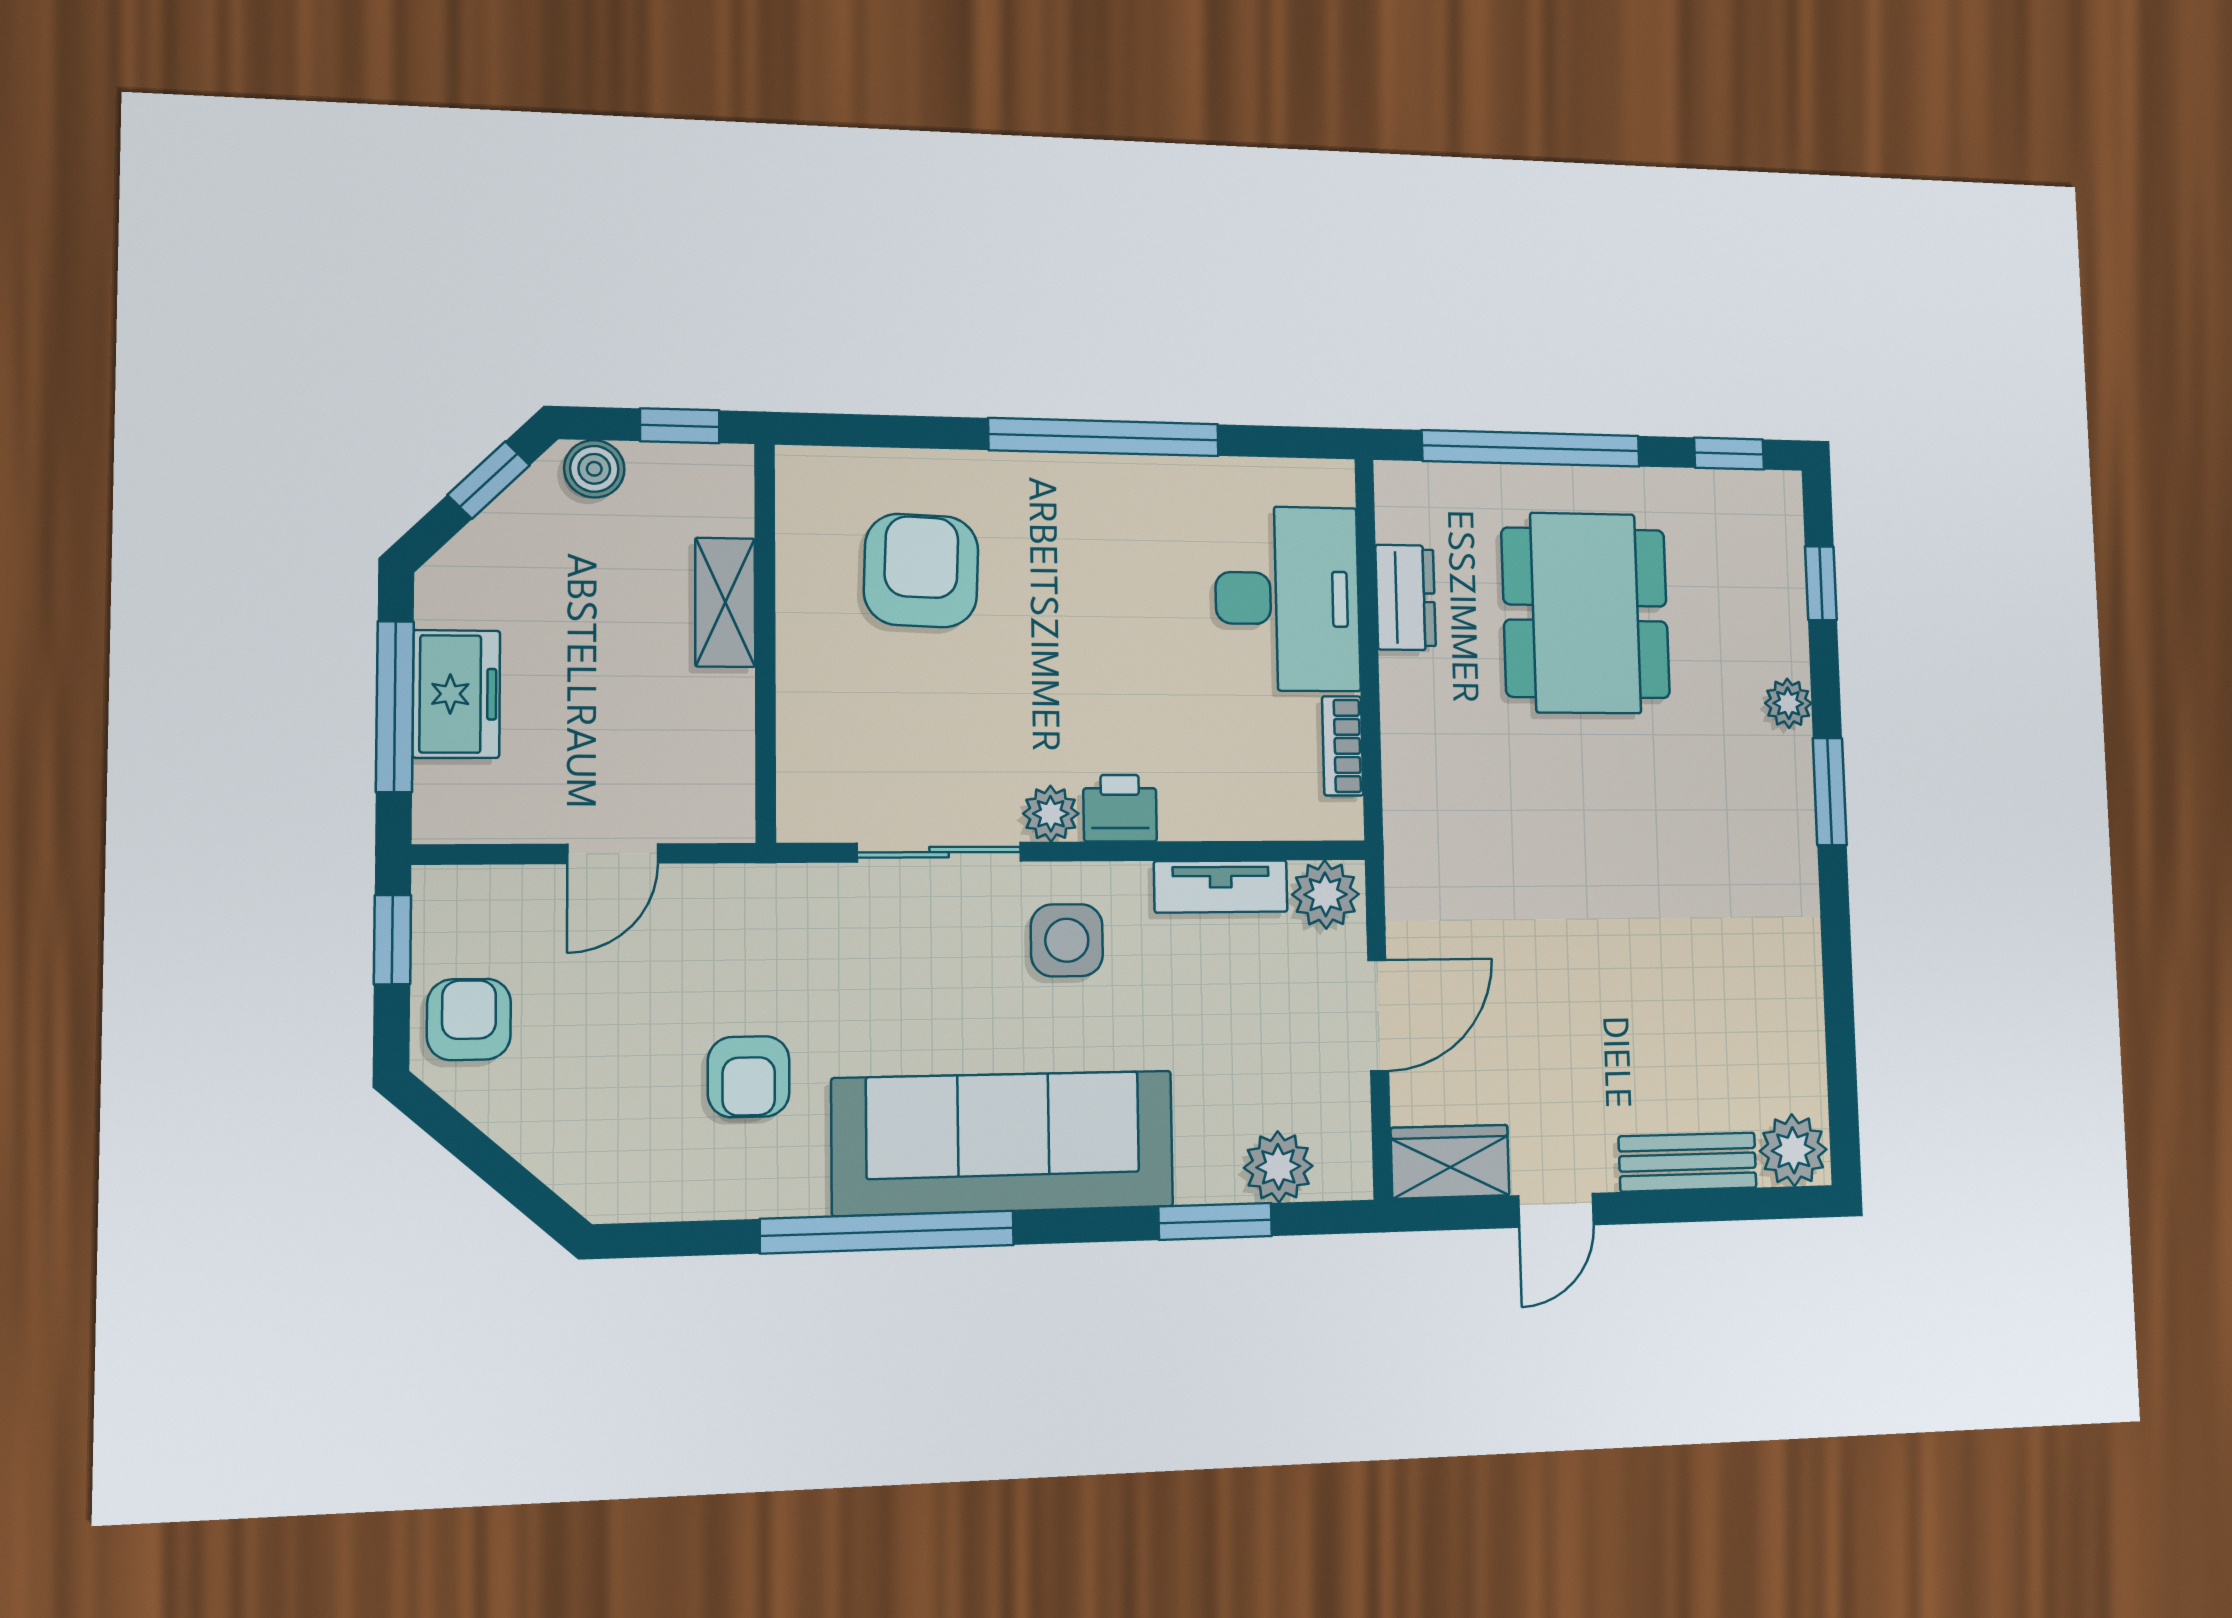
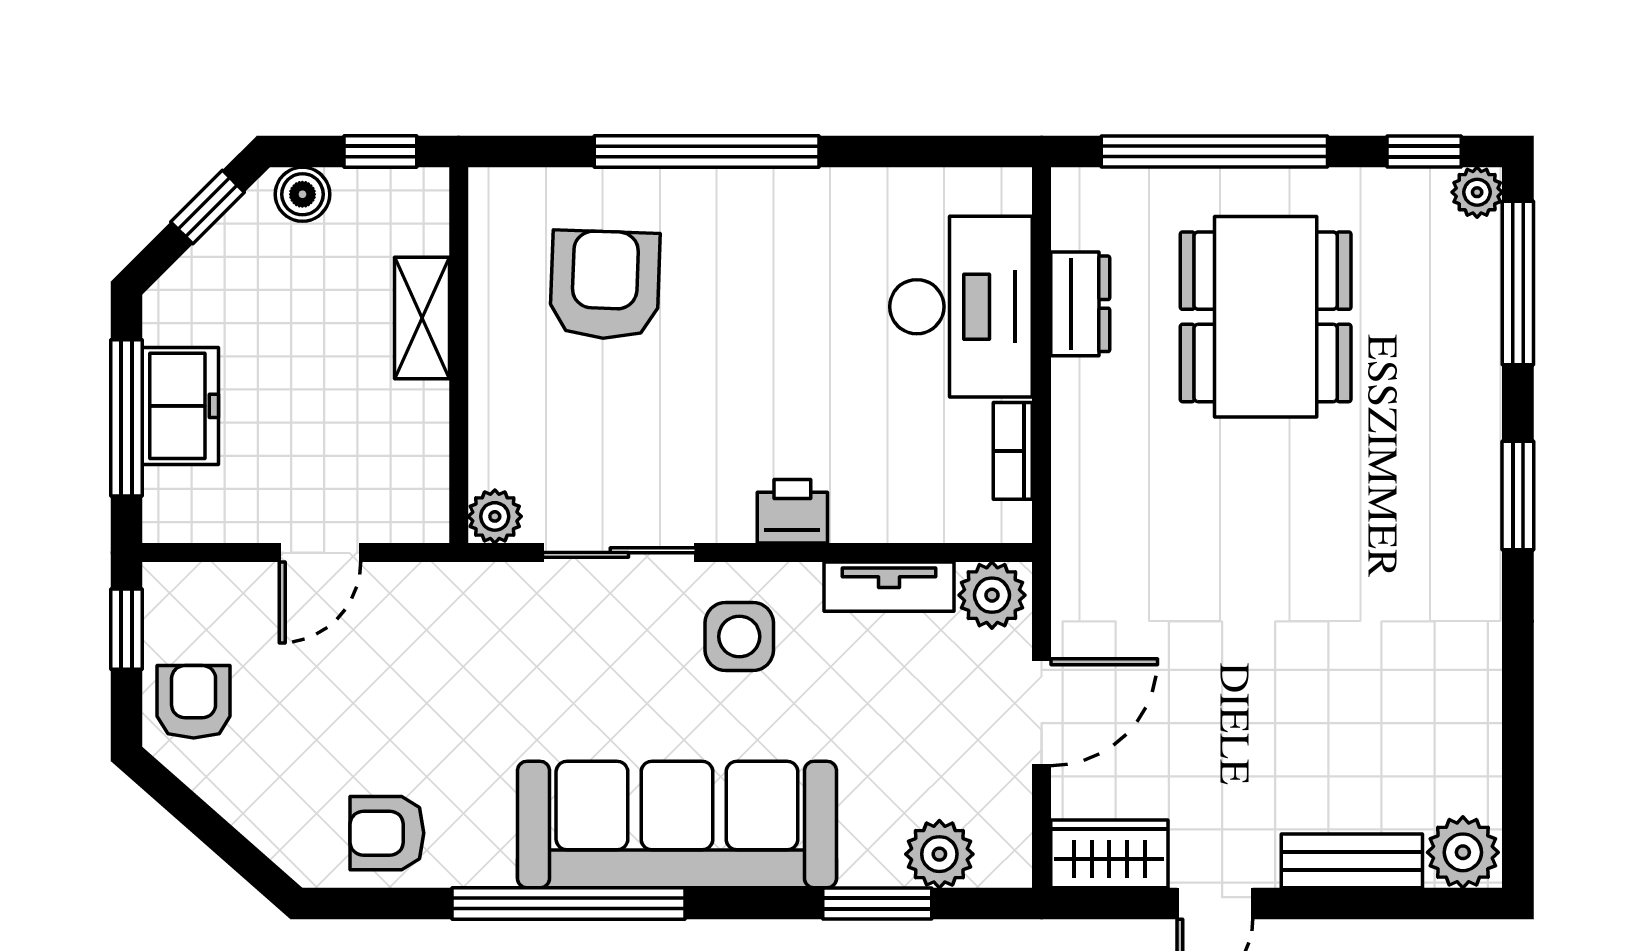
window: (1104, 437) -> (707, 151), moved
window: (1821, 583) -> (1518, 283), width x2.17
plant: (1788, 703) -> (1477, 192), moved
plant: (1051, 814) -> (495, 516), moved
armchair: (749, 1077) -> (387, 833), moved, turned 90

